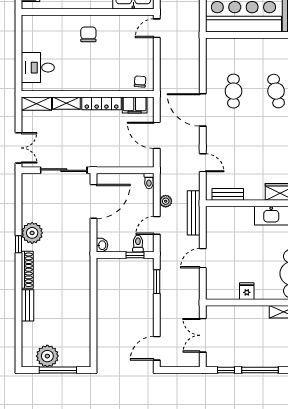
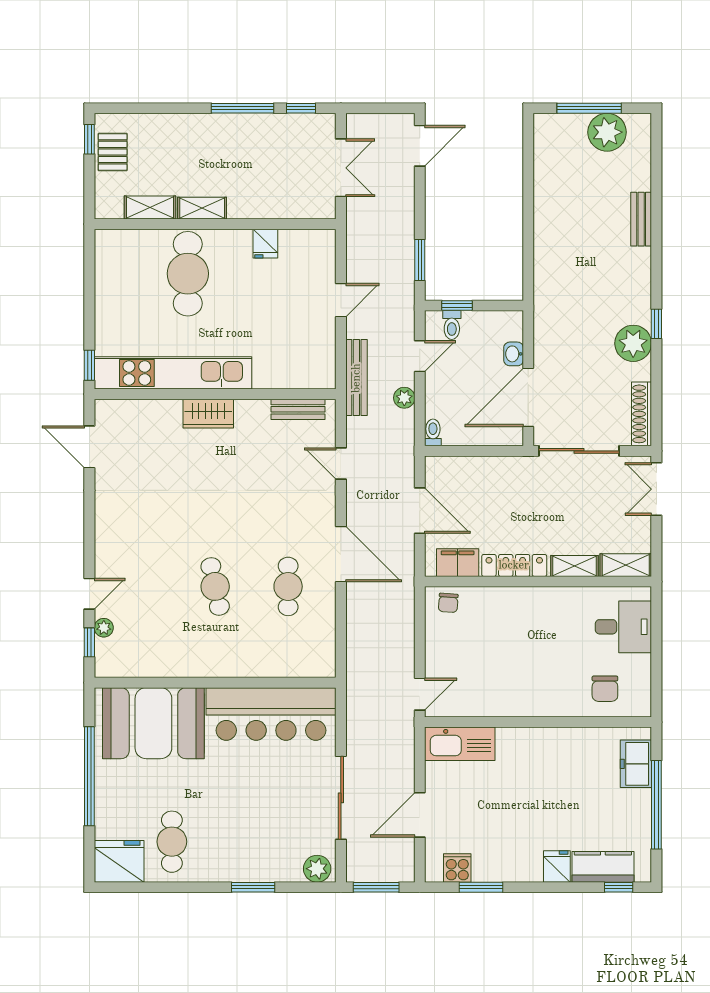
chair: (88, 34) -> (605, 689), moved
washbasin: (102, 245) -> (514, 354), moved
shoe rack: (27, 270) -> (642, 414), moved

